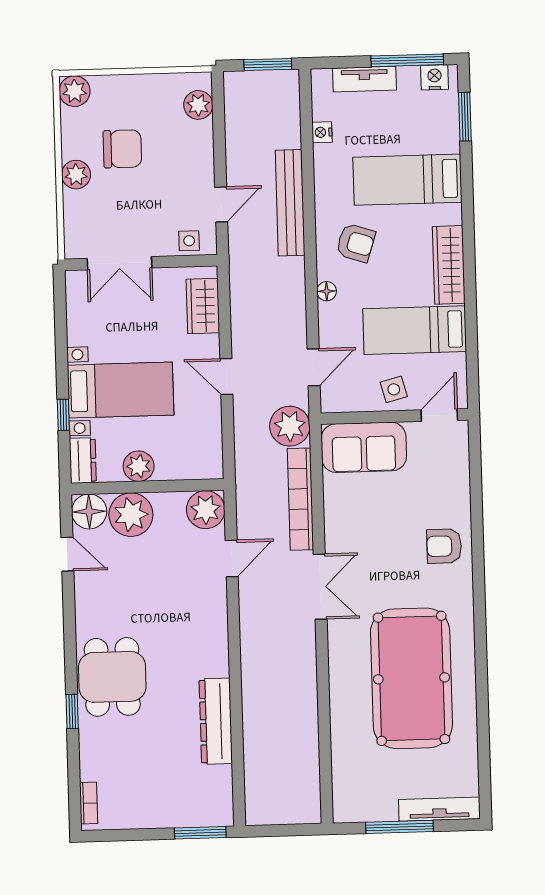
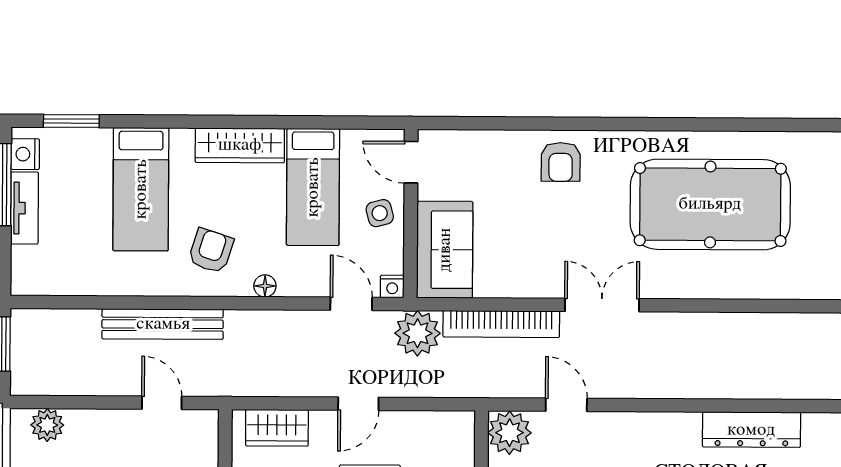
tv unit: (364, 79) -> (24, 208), moved
nightstand: (322, 132) -> (392, 287), moved
side table: (189, 241) -> (202, 441), removed

